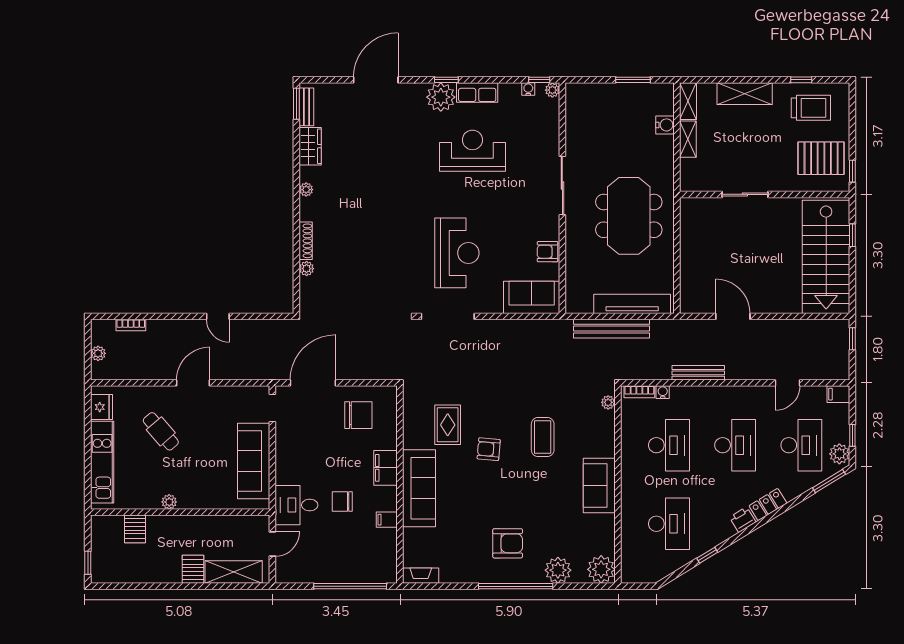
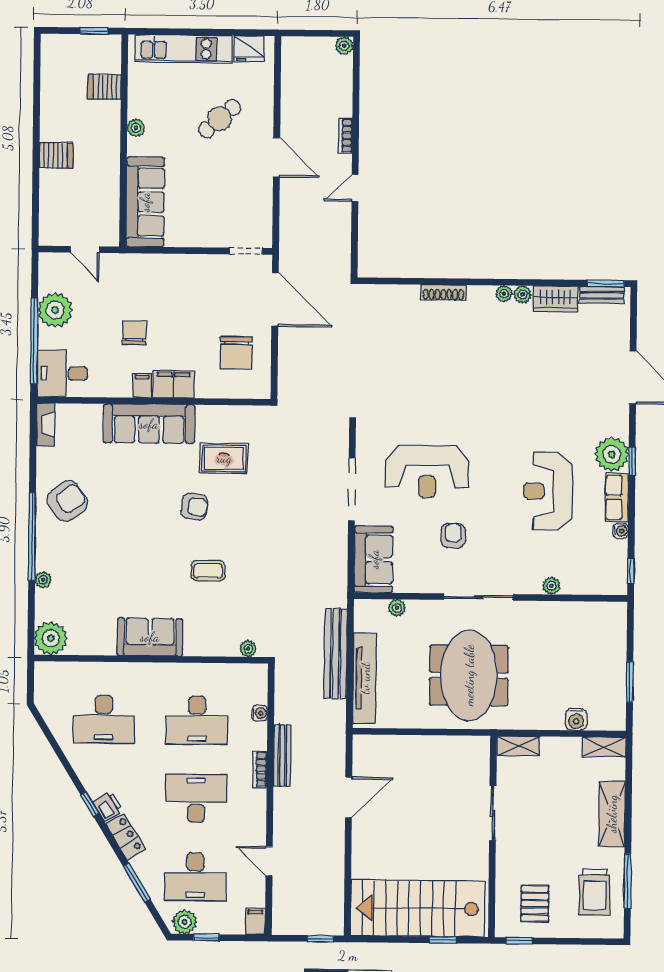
window: (801, 80) -> (628, 881), width x2.17
water cooler: (528, 89) -> (621, 531), moved
plant: (552, 90) -> (552, 586), moved
shelving: (688, 139) -> (518, 746), moved
reception desk: (472, 151) -> (548, 491), turned 180
pallet: (821, 158) -> (535, 904), width x0.67, depth x0.71
sliding door: (562, 185) -> (478, 597), moved
meeting table: (629, 216) -> (469, 675), turned 90
armchair: (547, 252) -> (453, 536), moved
plant: (307, 269) -> (523, 294), moved
plant: (572, 277) -> (397, 608), added
doorway: (448, 316) -> (352, 489), moved
bookcase: (131, 325) -> (345, 136), moved
plant: (98, 353) -> (344, 46), moved
bookcase: (639, 392) -> (260, 769), moved
coffee table: (543, 437) -> (208, 571), width x0.73, depth x0.77
desk: (735, 445) -> (196, 798), turned 180
armchair: (489, 449) -> (194, 507), turned 94
sofa: (254, 461) -> (145, 202), moved, turned 90
window: (829, 481) -> (137, 883), moved
desk: (297, 505) -> (62, 373), moved, turned -90
filing cabinet: (387, 520) -> (142, 385), moved
armchair: (508, 543) -> (67, 501), moved, turned -127
window: (707, 555) -> (90, 804), moved
window: (88, 563) -> (94, 31), moved
plant: (324, 569) -> (55, 310), added
plant: (558, 570) -> (43, 580), width x0.53, depth x0.53
shelving: (234, 572) -> (52, 203), removed

